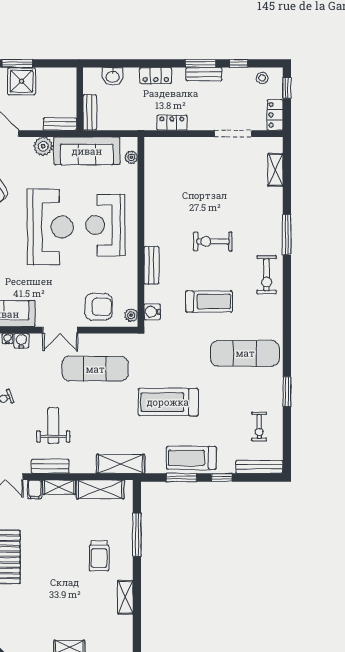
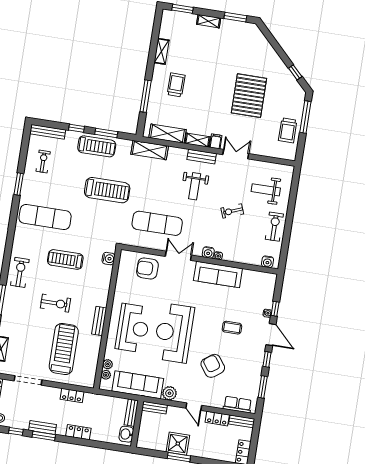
washbasin: (113, 76) -> (126, 434), moved, turned -90
treadmill: (192, 183) -> (64, 349), added
bench: (151, 265) -> (99, 321), moved
plant: (131, 315) -> (108, 364), moved

